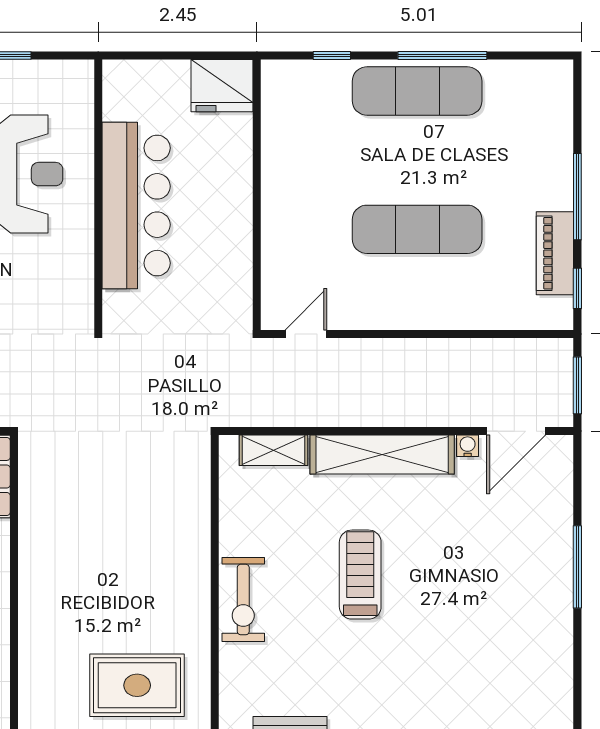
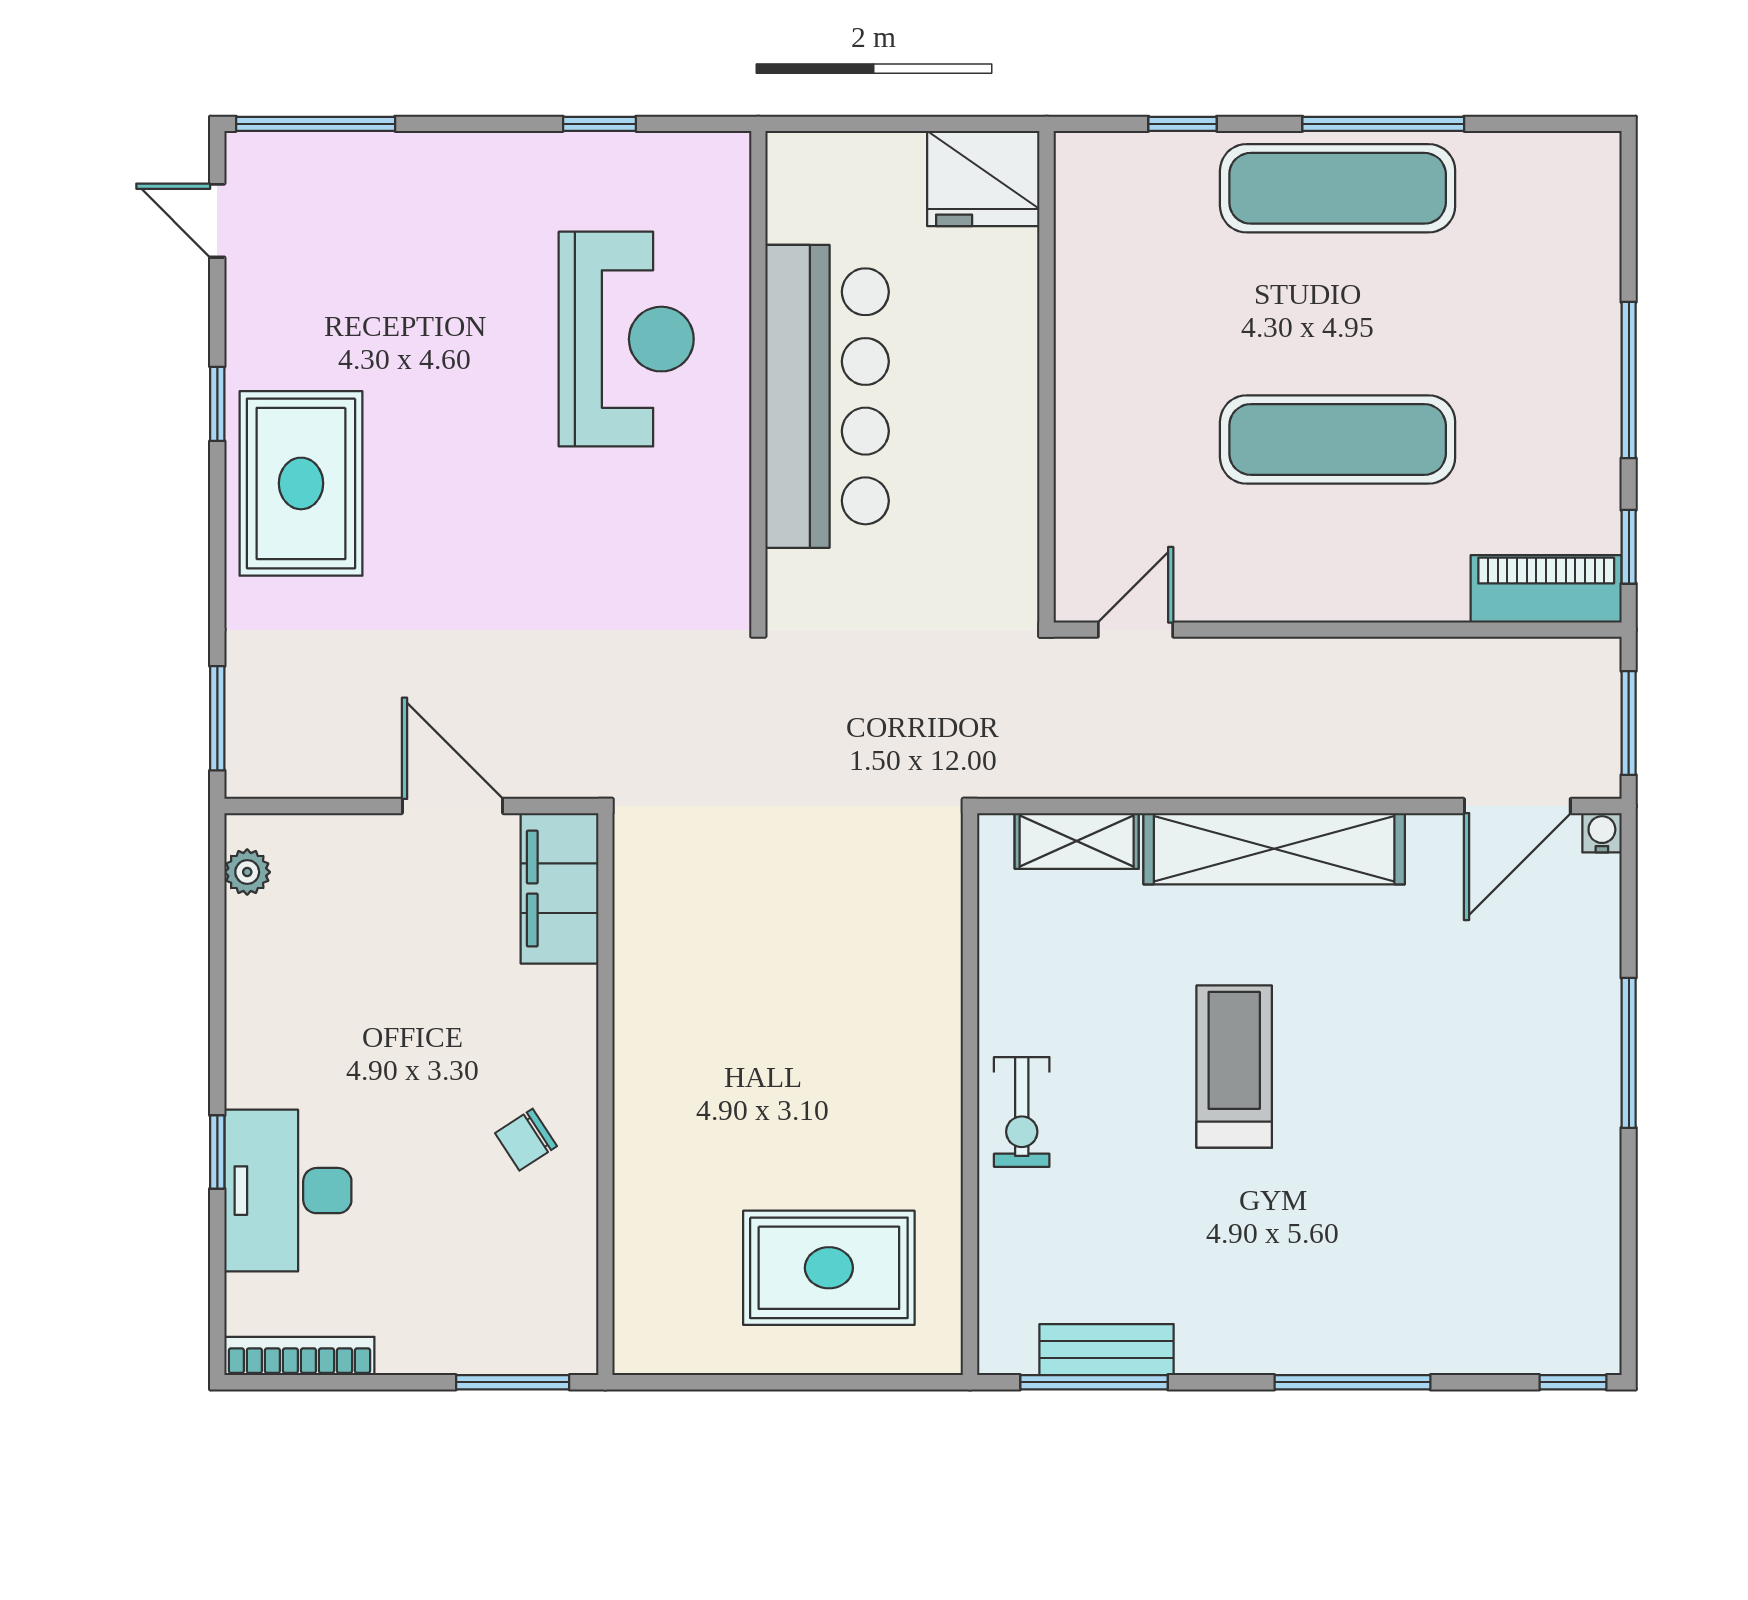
piano: (555, 253) -> (1546, 589), moved, turned 90
water cooler: (468, 446) -> (1602, 833), moved
exercise bike: (243, 600) -> (1022, 1112), width x0.73, depth x0.72

